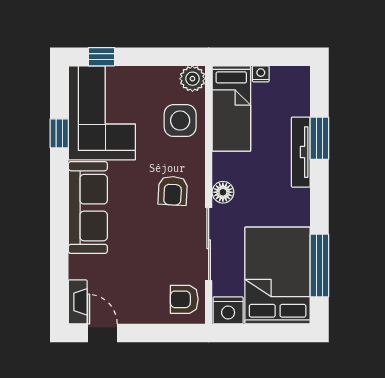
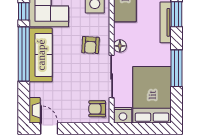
window: (59, 206) -> (24, 54), added
window: (319, 265) -> (177, 68), moved

